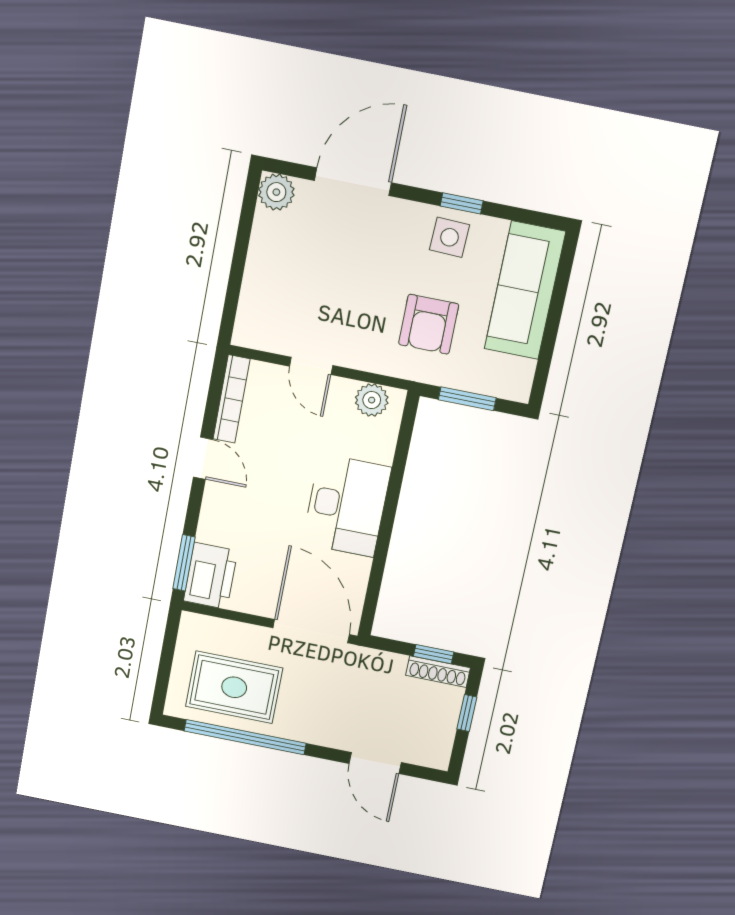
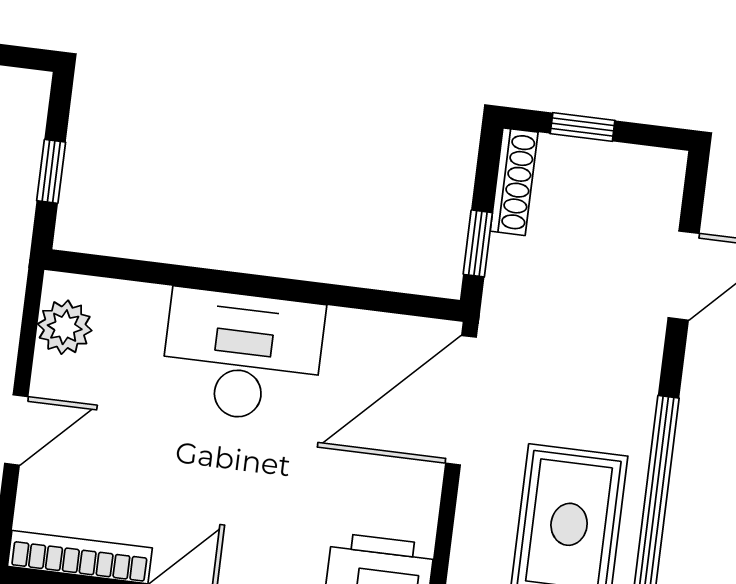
window: (467, 399) -> (51, 171), width x0.67
window: (434, 654) -> (478, 243), moved

